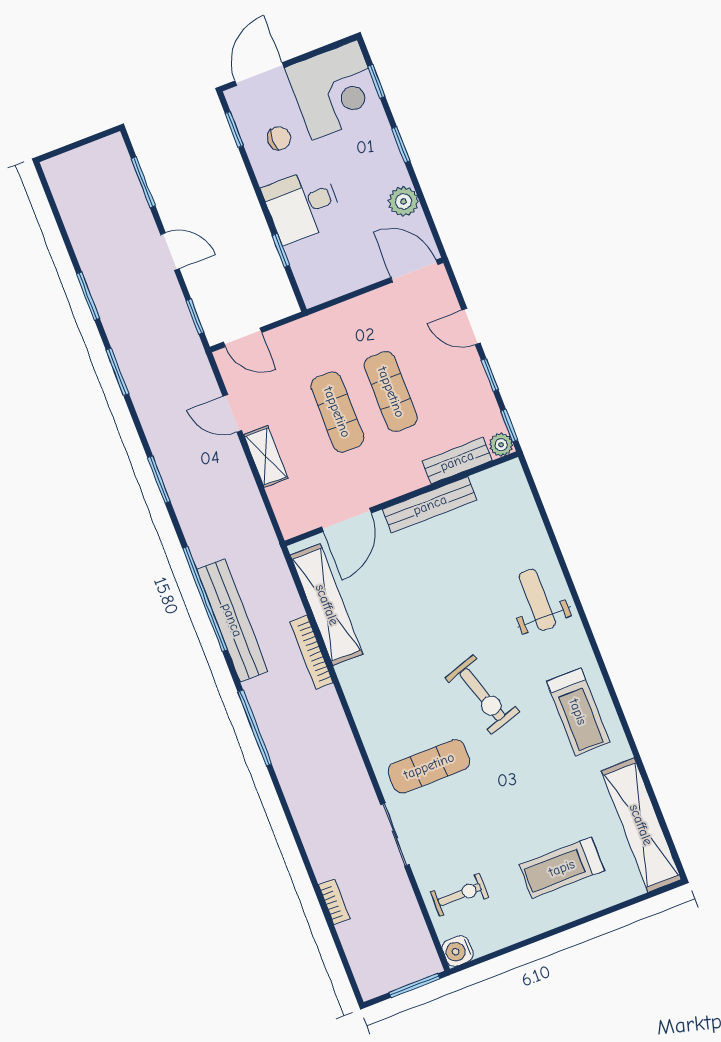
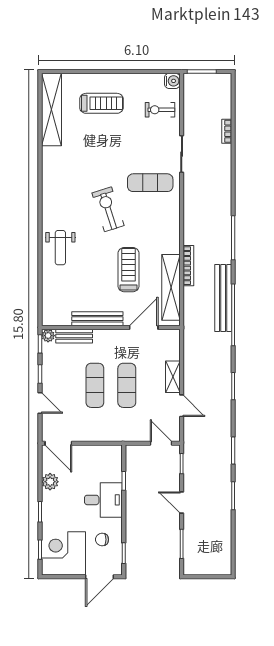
treadmill: (578, 712) -> (129, 270), moved

